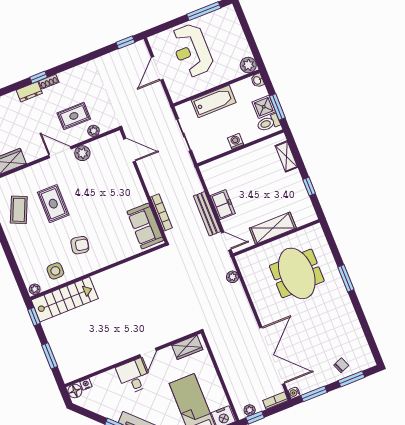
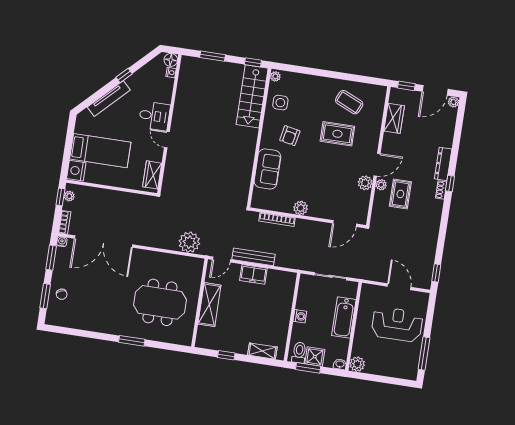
dresser: (29, 92) -> (443, 164), width x1.44
plant: (94, 131) -> (381, 185), moved
plant: (139, 198) -> (301, 208), added
sofa: (145, 226) -> (267, 169), moved, turned 90
plant: (232, 277) -> (189, 242), width x1.87, depth x1.87

